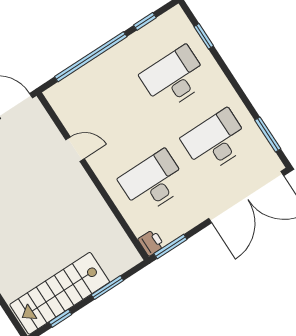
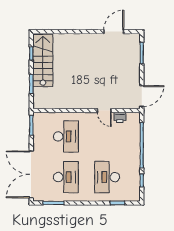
desk: (174, 78) -> (107, 177), turned 180
door: (75, 149) -> (104, 111), hinge flipped
printer: (151, 243) -> (120, 117), moved

